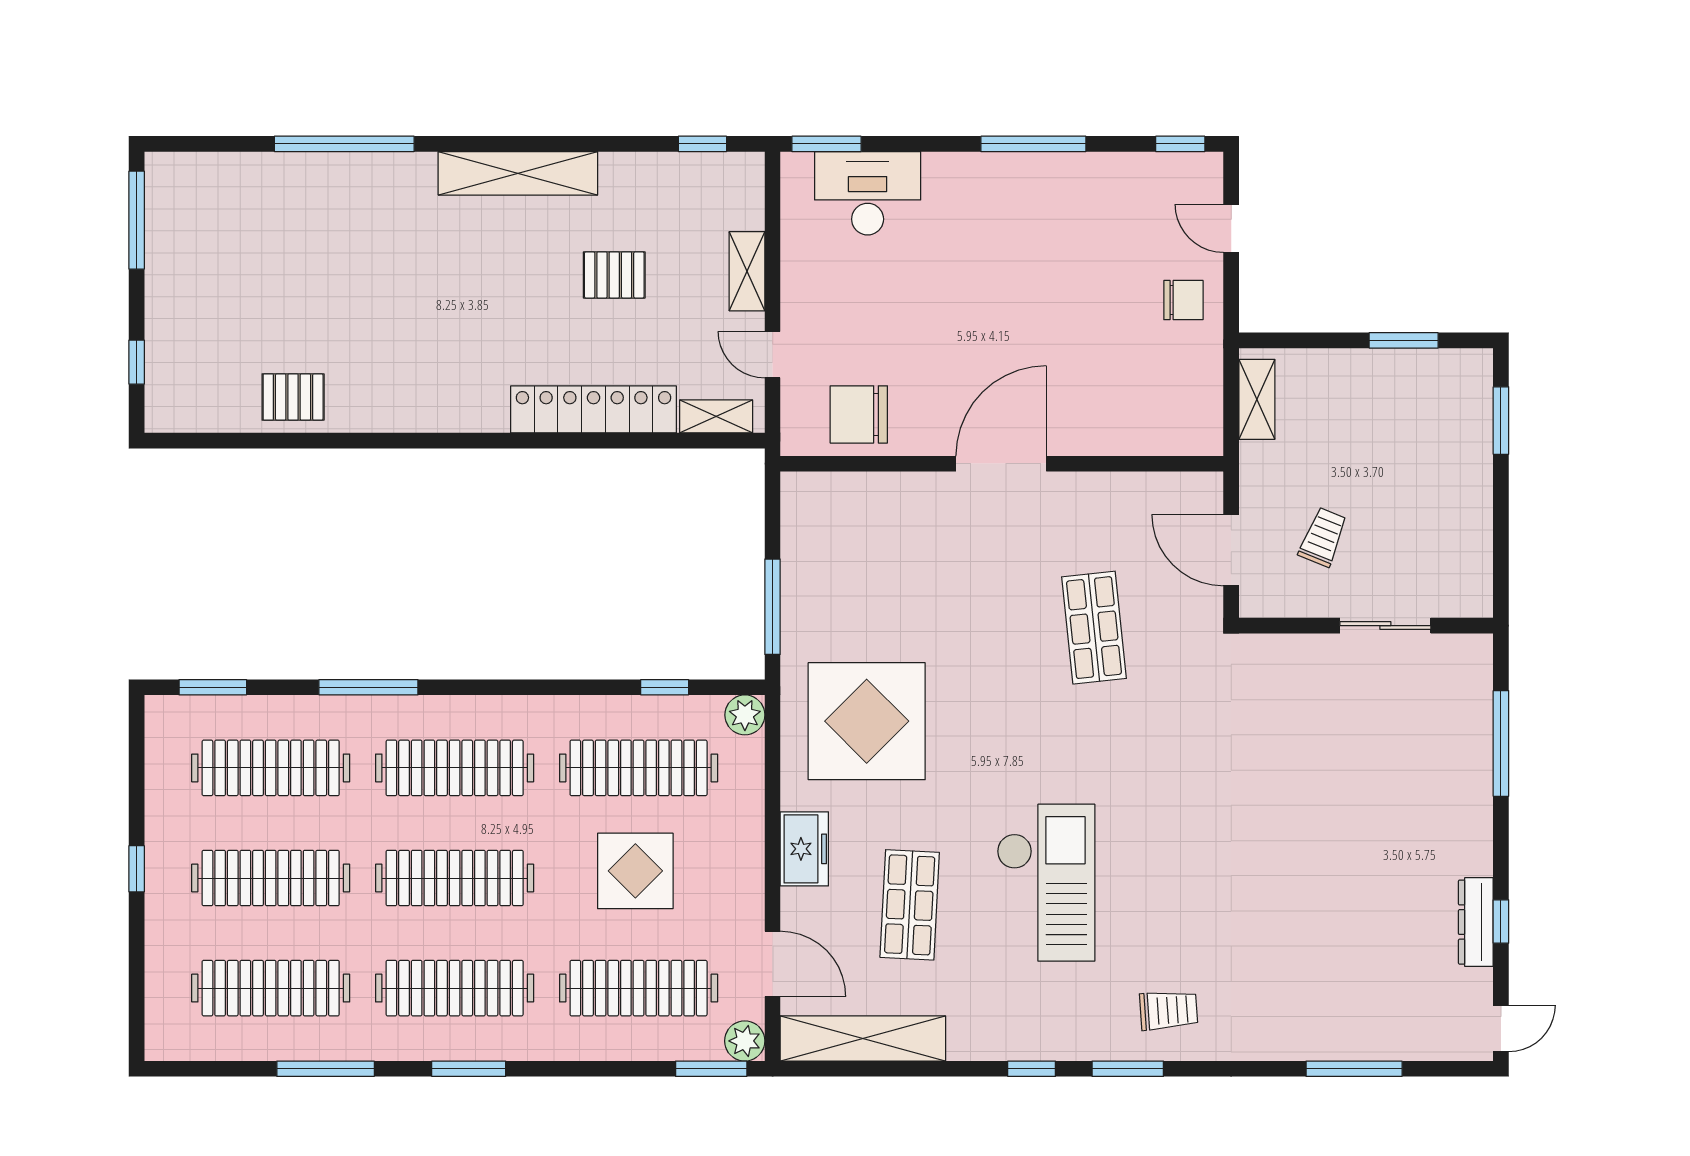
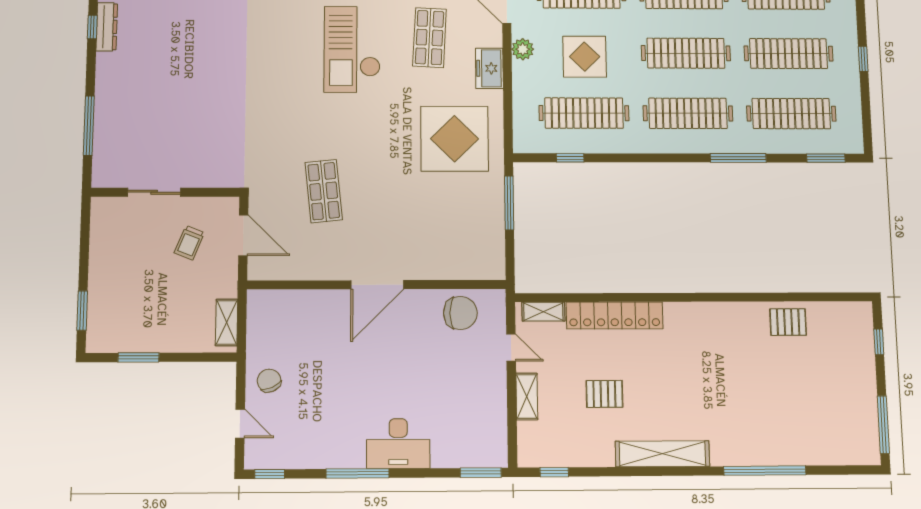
desk: (868, 193) -> (398, 443), moved
chair: (1183, 300) -> (269, 381), turned 66
plant: (745, 715) -> (523, 49), moved

